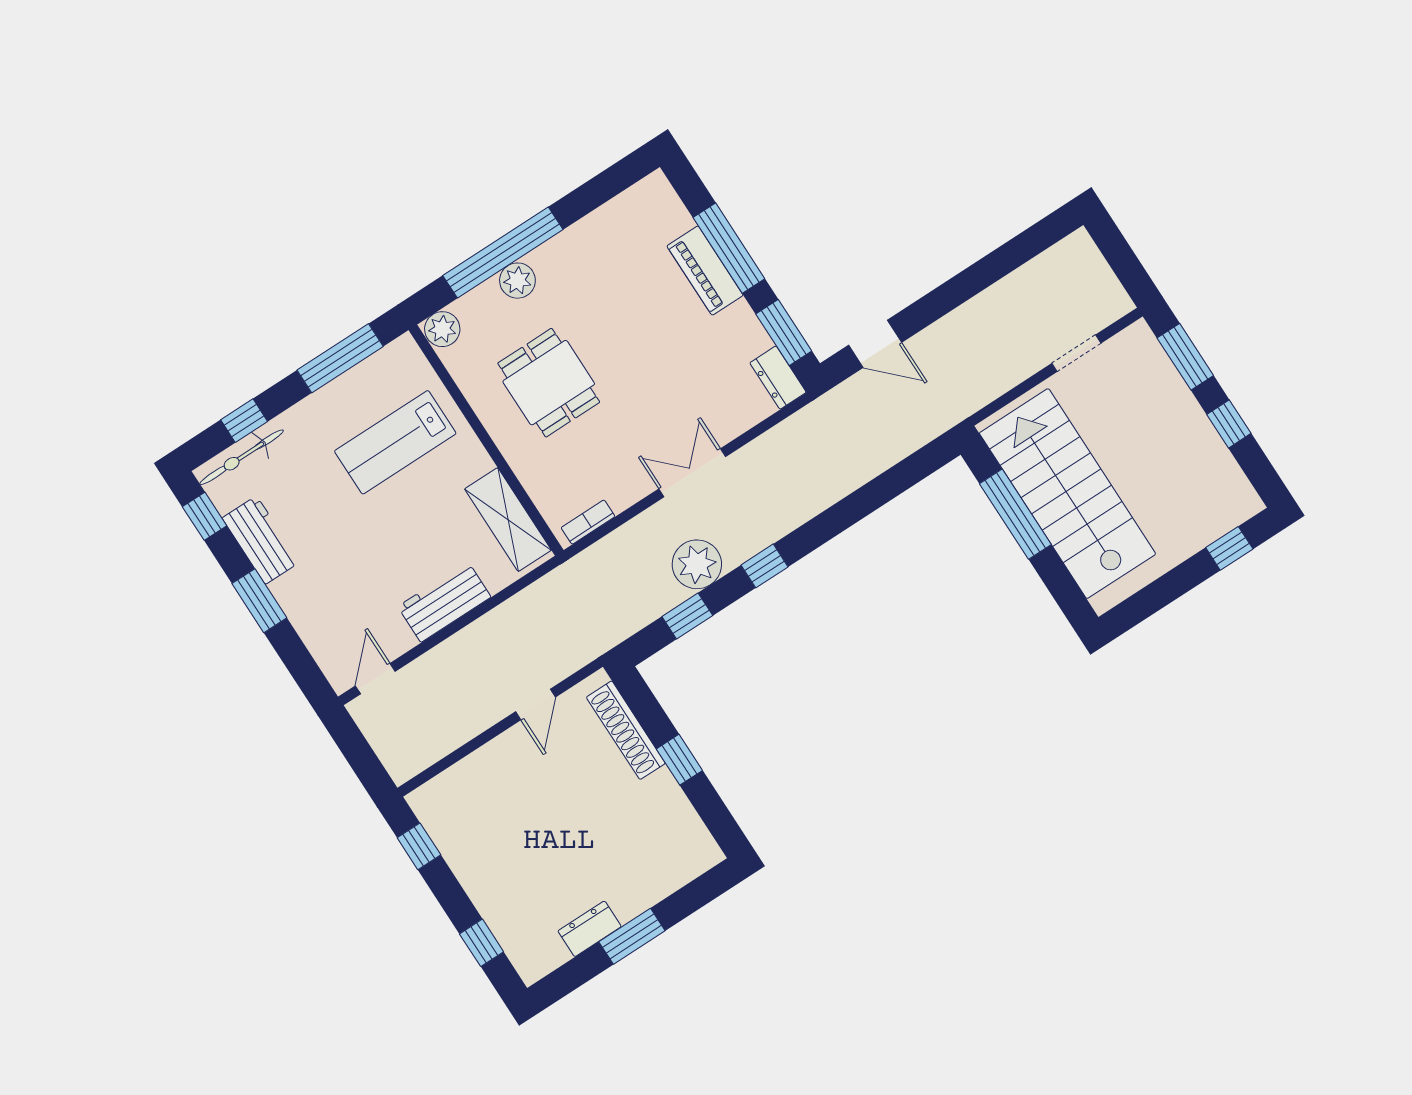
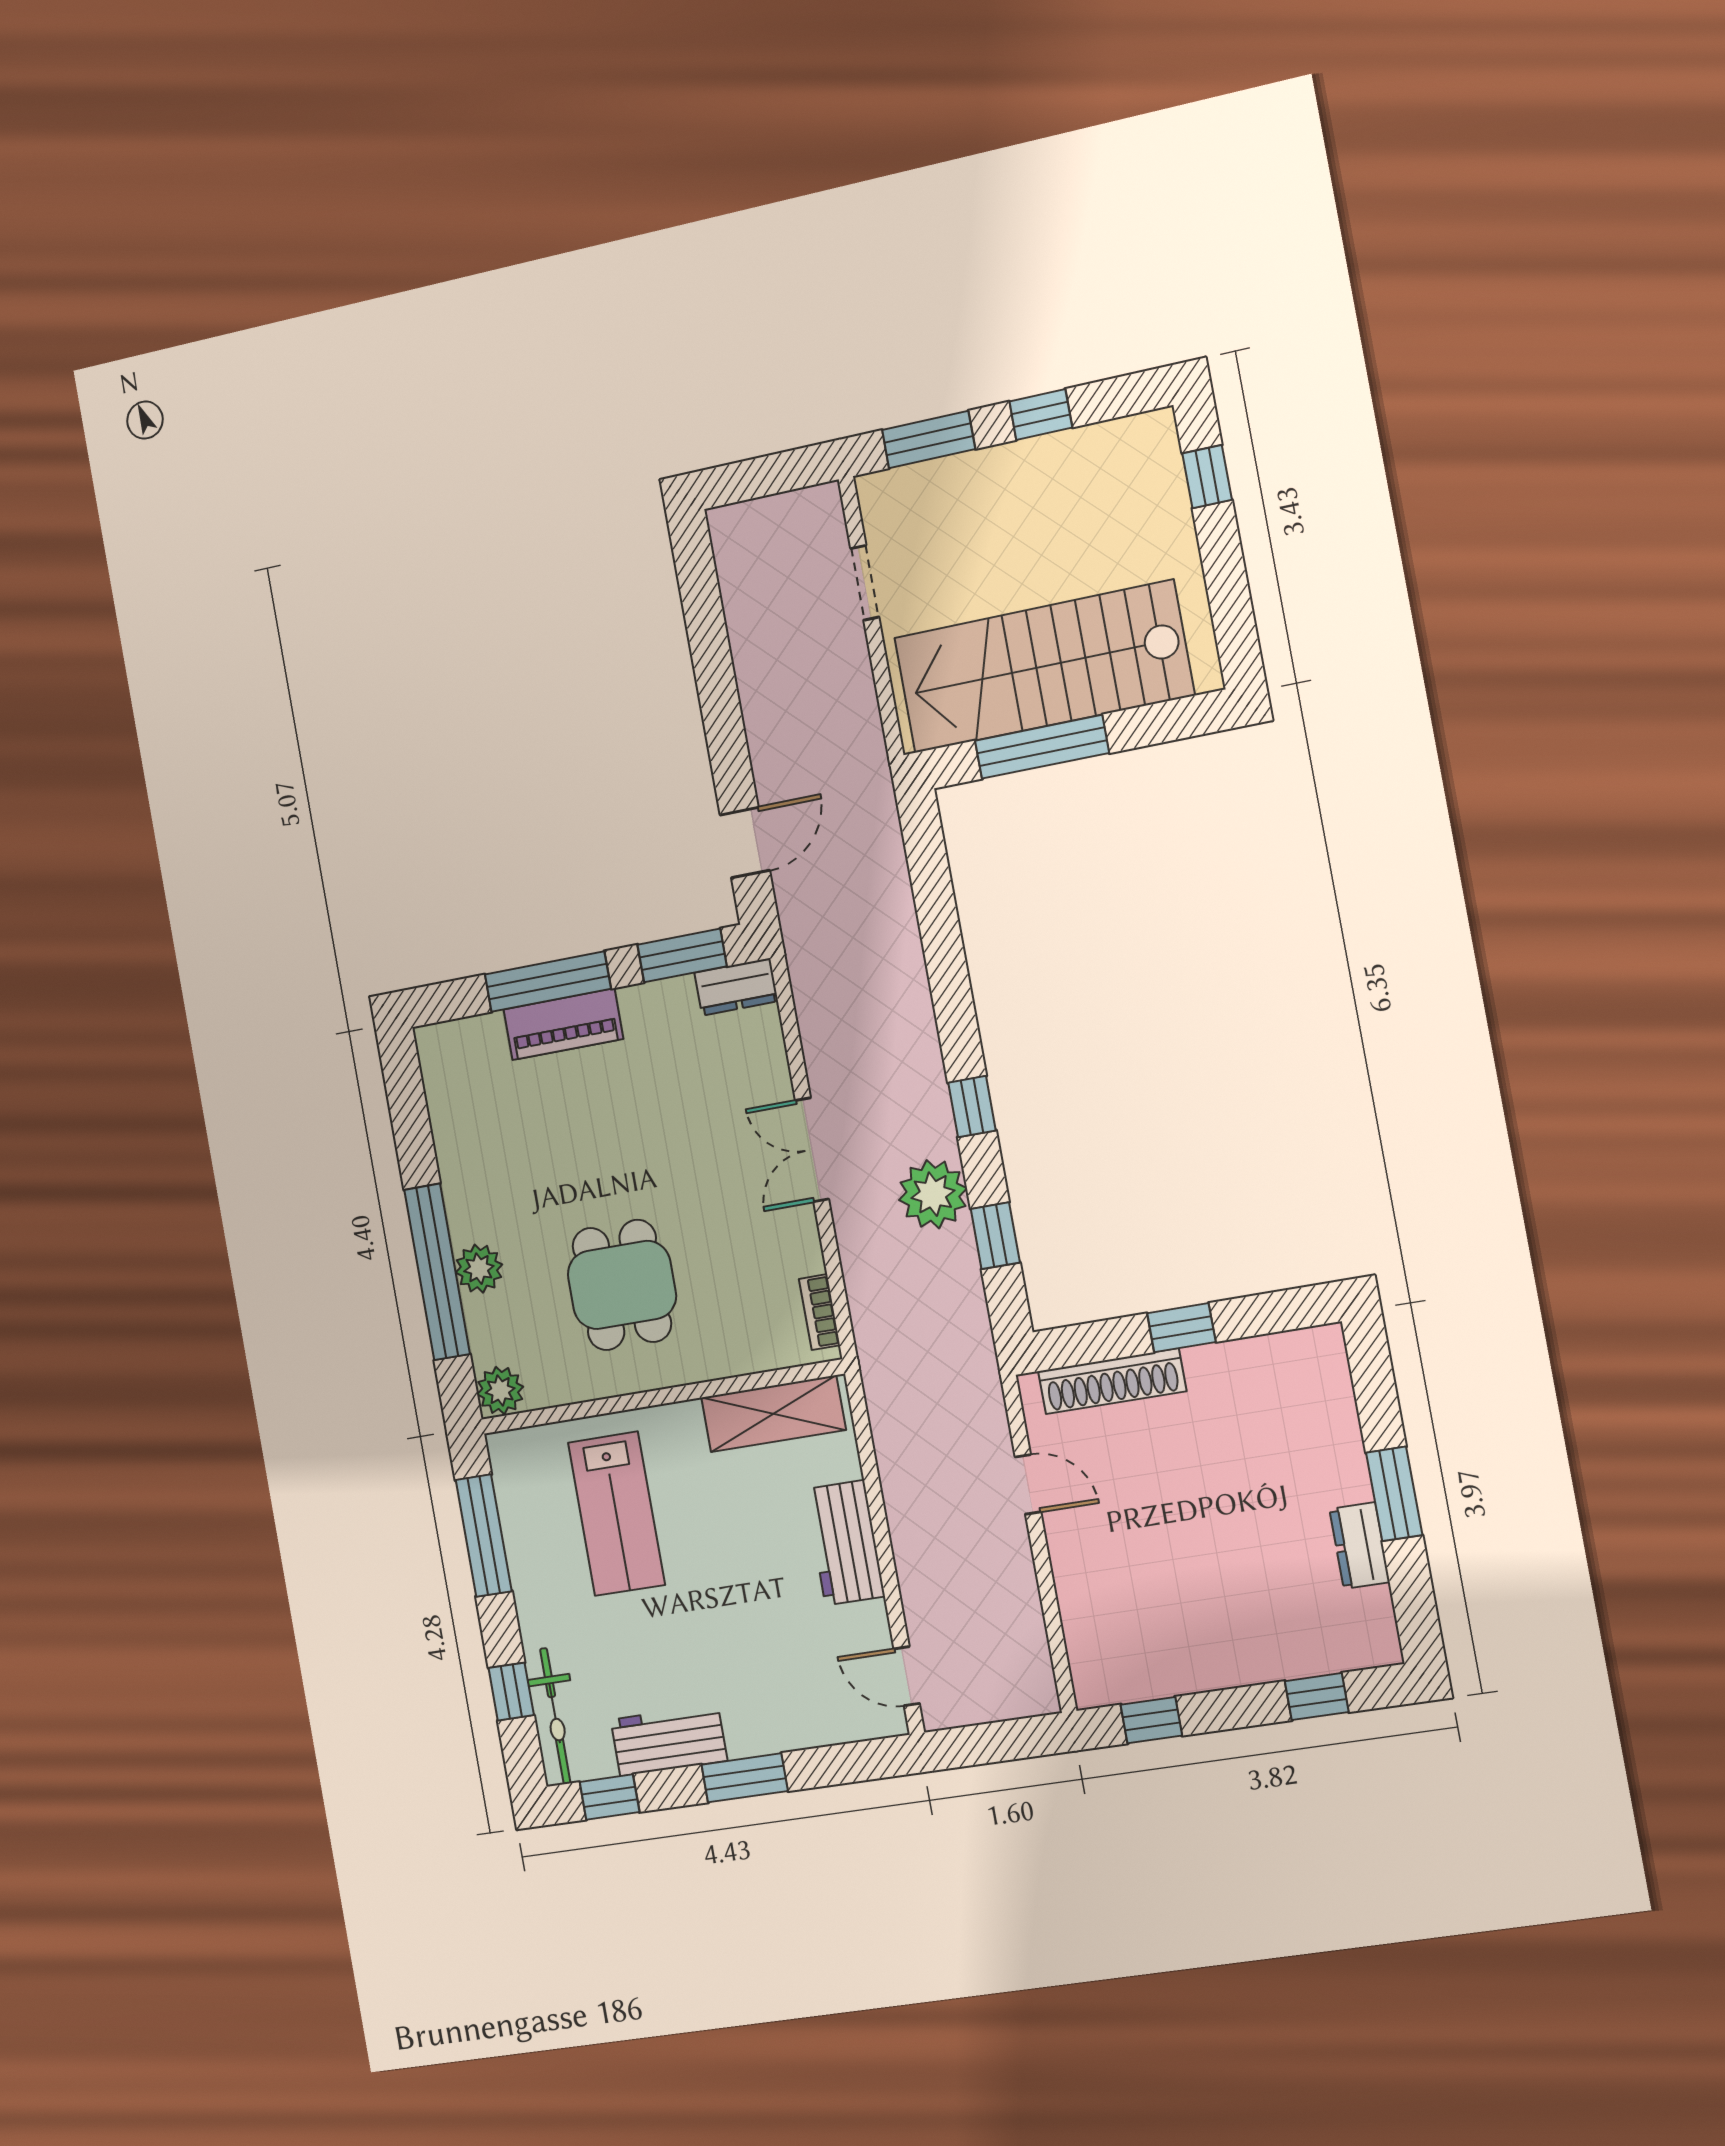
dining table: (549, 383) -> (622, 1285), turned 90

